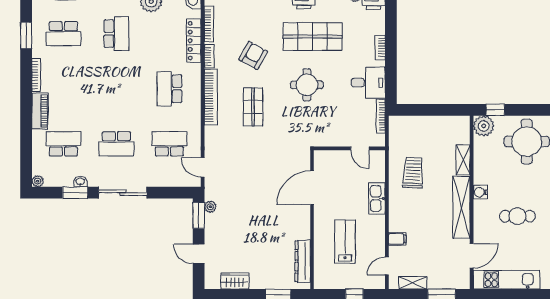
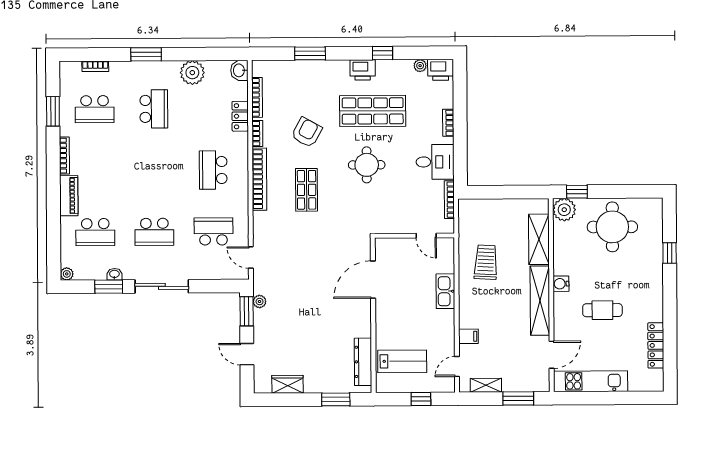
locker: (194, 41) -> (240, 116), width x0.66
school desk: (63, 144) -> (95, 232), turned 180
shelving: (463, 160) -> (539, 239), width x1.50, depth x1.33
lab bench: (345, 242) -> (402, 361), moved, turned 90

